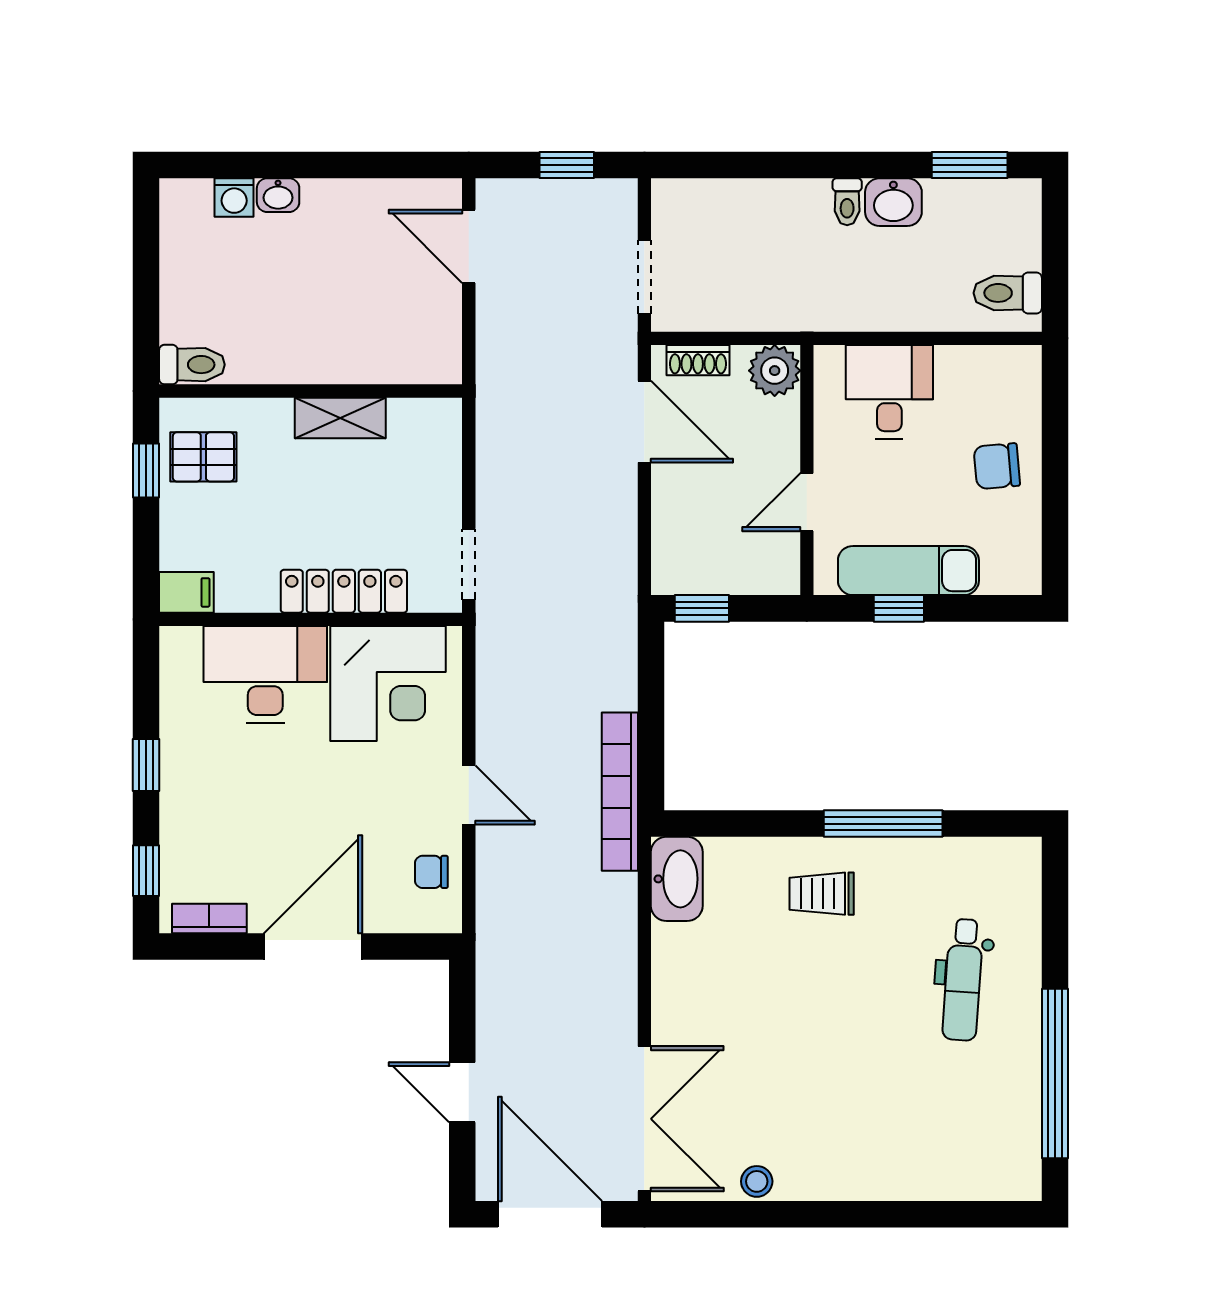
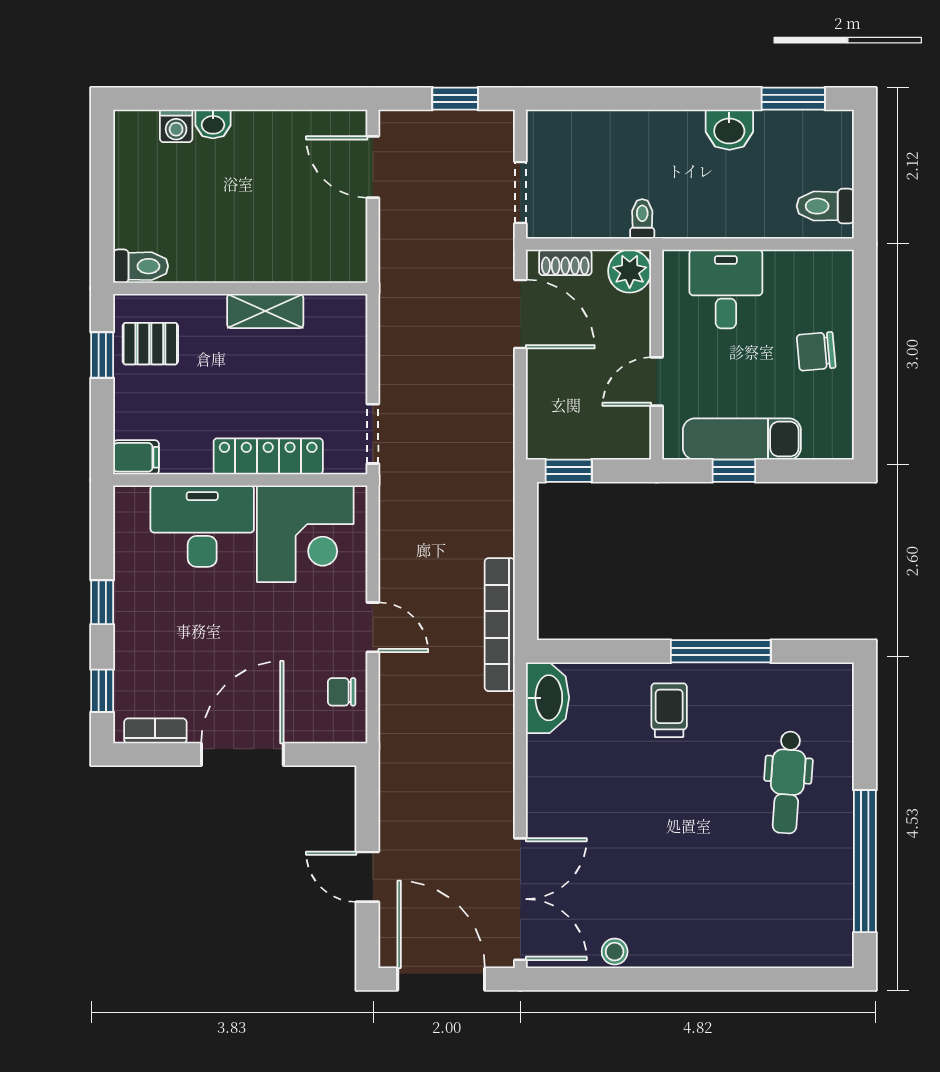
toilet: (847, 202) -> (642, 219), moved, turned 180
trolley: (822, 894) -> (669, 710), turned 90

